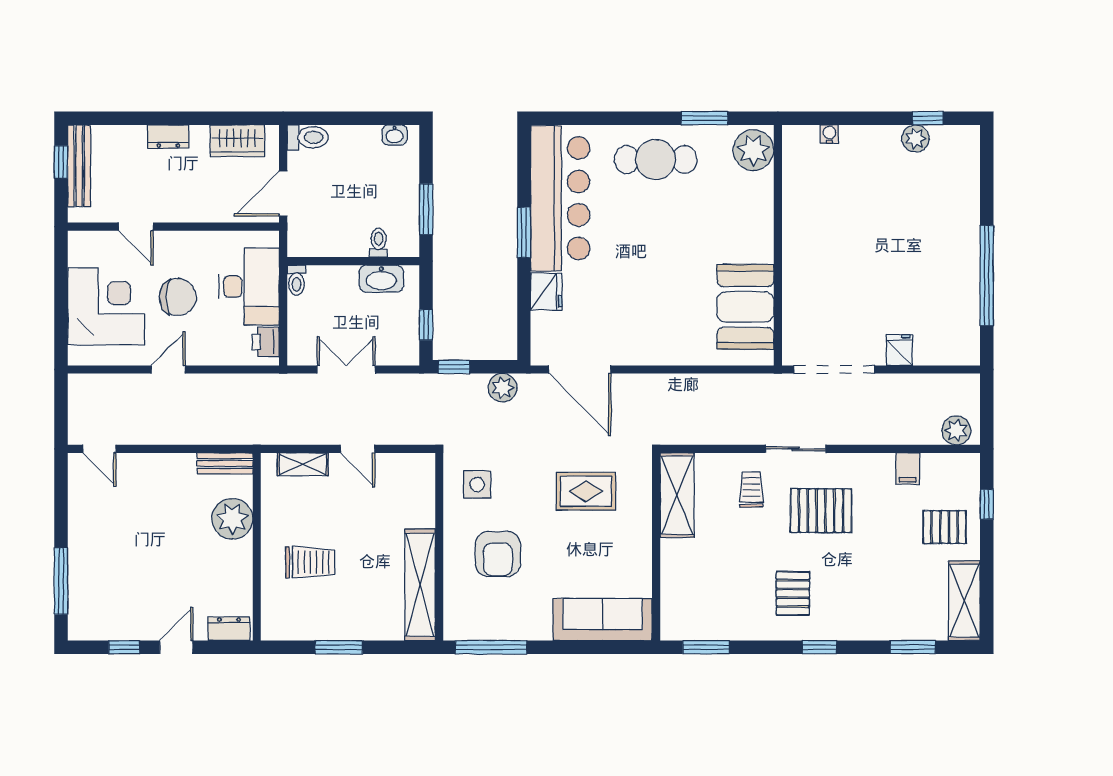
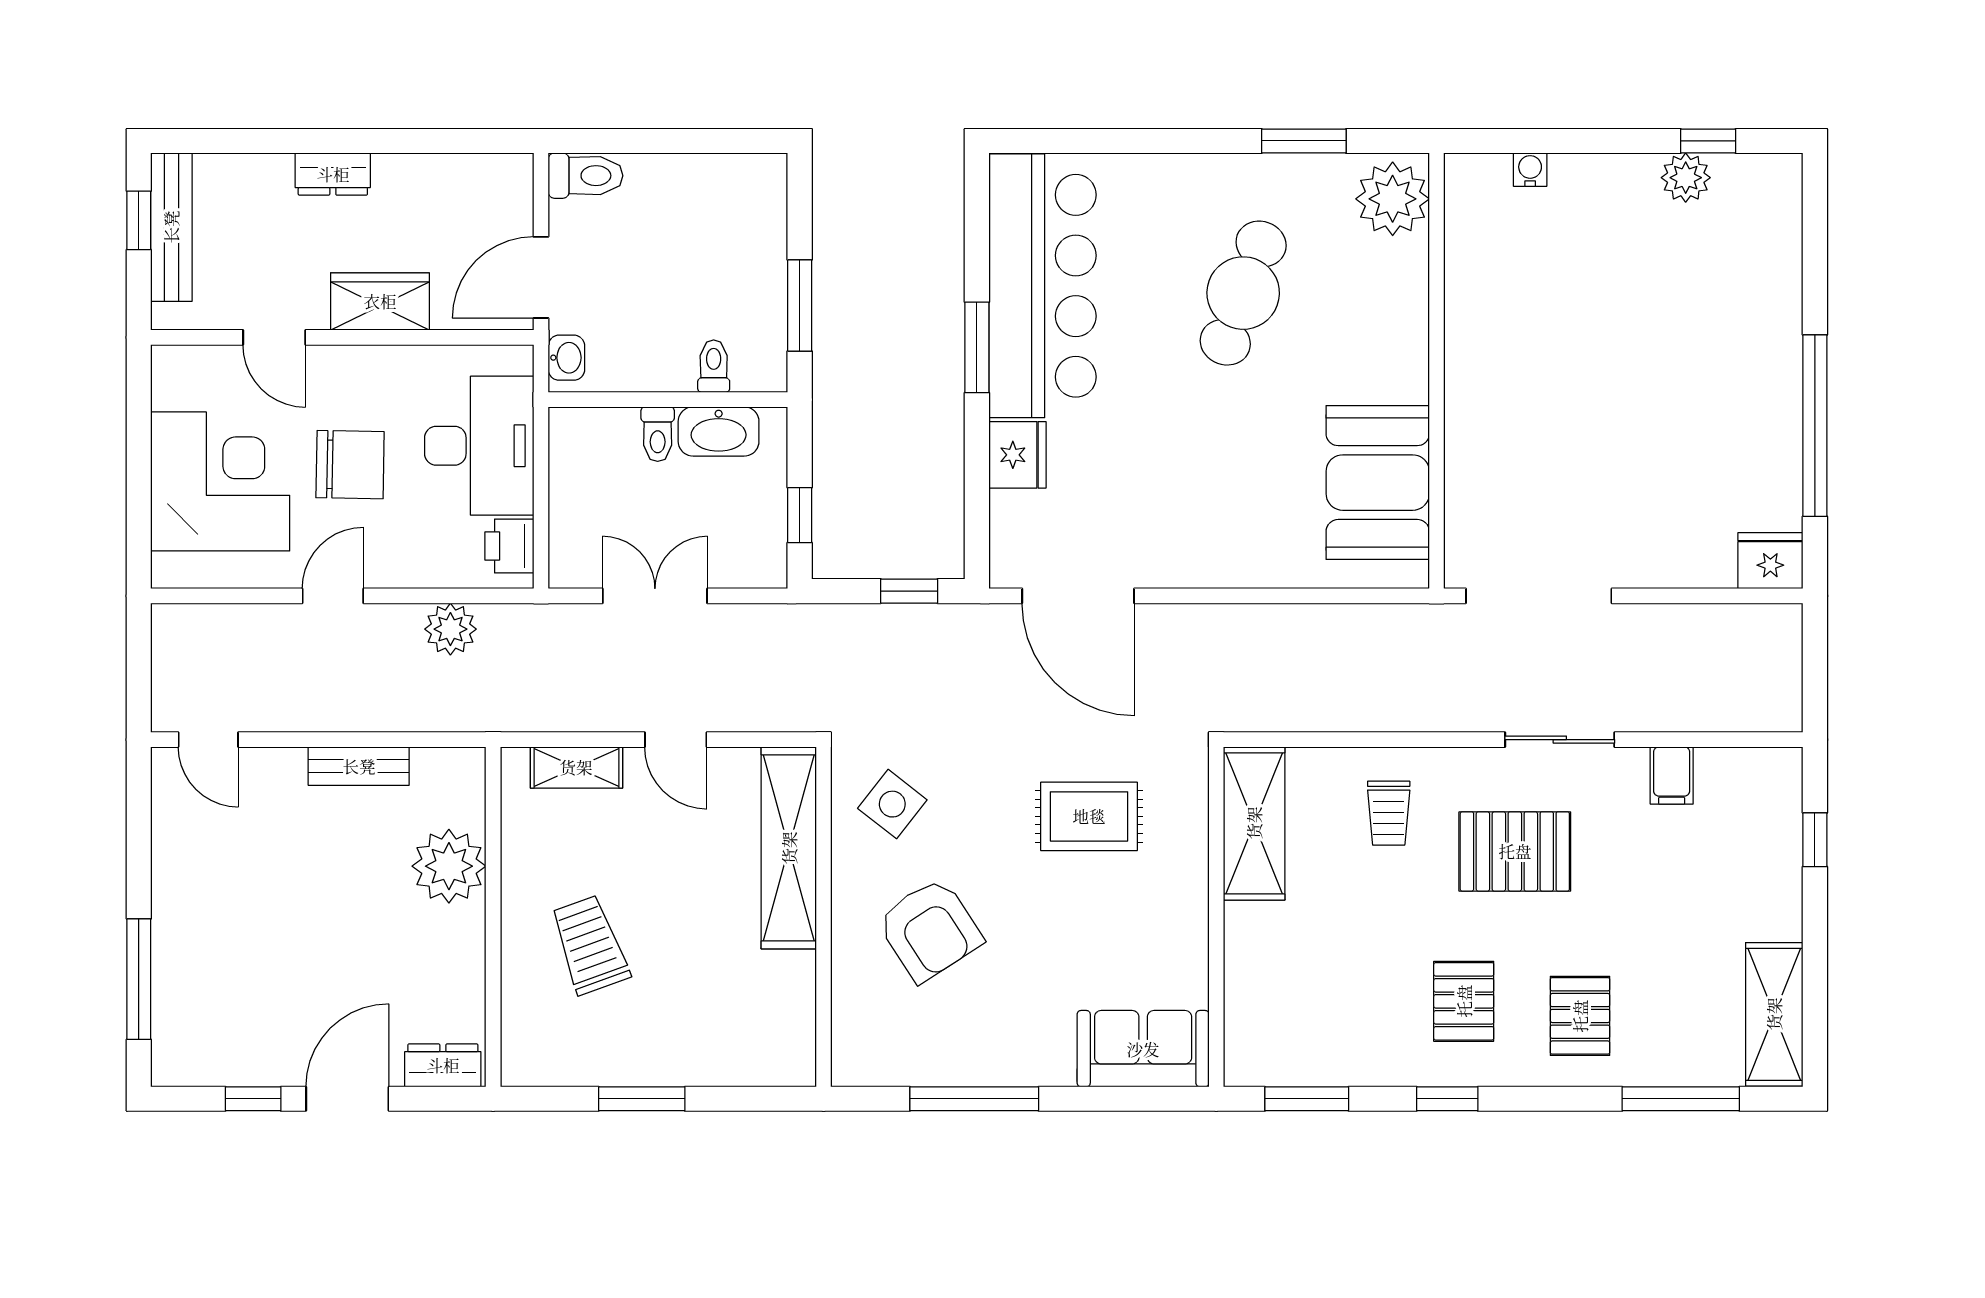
washbasin: (394, 135) -> (566, 358), moved, turned -90
wardrobe: (237, 141) -> (380, 301), moved, turned 180
cafe table: (656, 160) -> (1243, 293), moved, turned -70
toilet: (296, 280) -> (658, 434), moved
fridge: (899, 350) -> (1770, 561), moved, width x1.38
window: (454, 367) -> (909, 591), moved
plant: (503, 388) -> (450, 629), moved
plant: (956, 430) -> (1760, 706), removed
sliding door: (795, 449) -> (1560, 740), moved
bench: (225, 463) -> (359, 766), moved
side table: (477, 484) -> (892, 804), turned 38
trolley: (751, 489) -> (1389, 813), turned 180
pallet: (945, 527) -> (1580, 1016), moved, turned 90
armchair: (498, 554) -> (930, 930), turned -33
trolley: (310, 562) -> (590, 945), turned -110
shelving: (420, 585) -> (789, 848), moved
sofa: (603, 620) -> (1143, 1049), width x0.73
door: (176, 647) -> (347, 1099), width x1.38
window: (491, 647) -> (974, 1099), moved
window: (819, 647) -> (1447, 1099), moved
window: (913, 647) -> (1681, 1099), width x1.44

